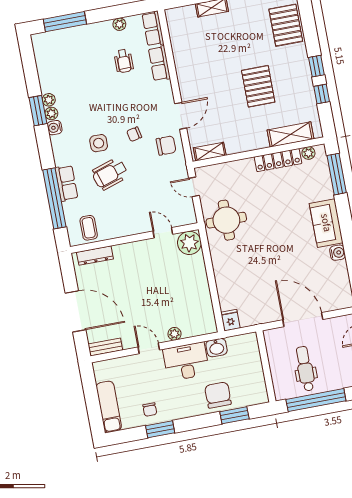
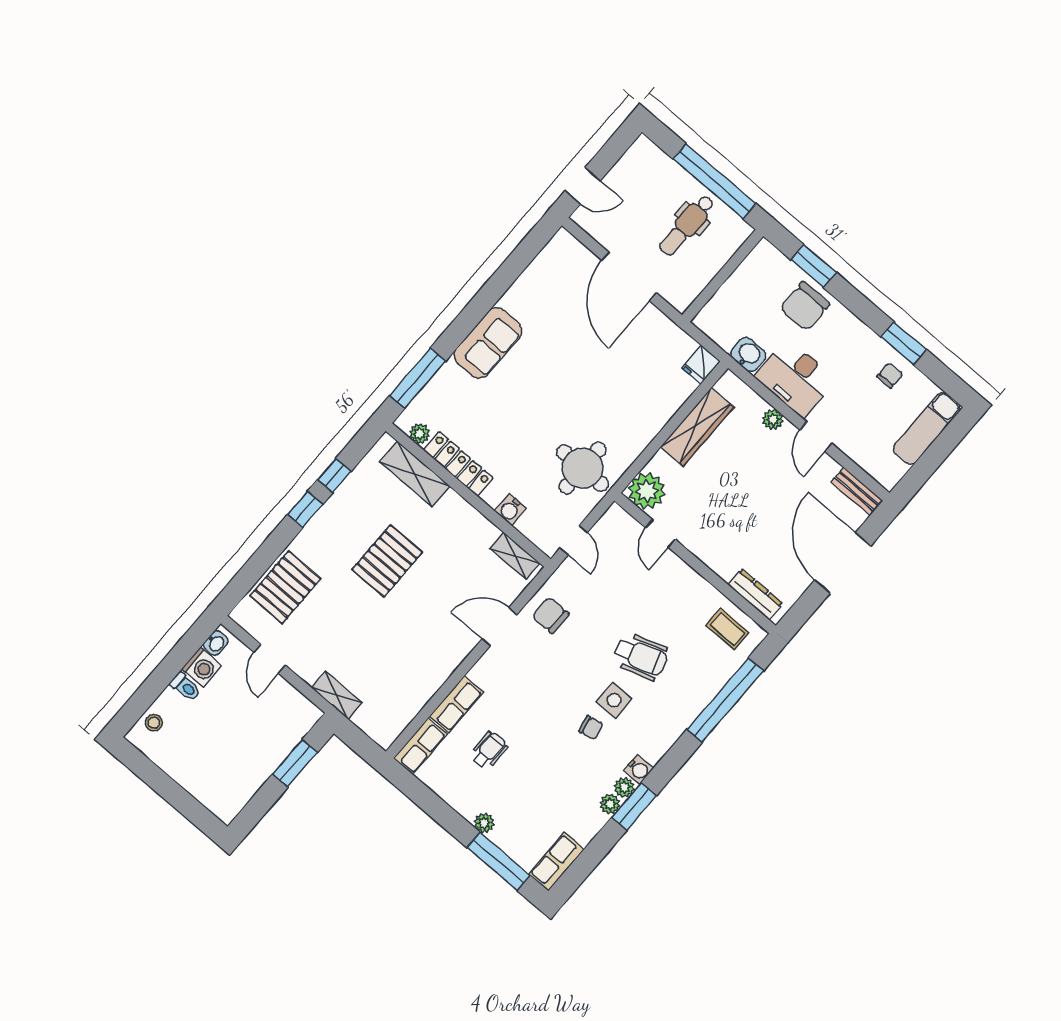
plant: (119, 24) -> (484, 823), moved
chair: (134, 134) -> (591, 728), moved
row of seats: (66, 183) -> (556, 862), moved
coffee table: (89, 228) -> (728, 629), turned 90
water cooler: (338, 253) -> (510, 510), moved, turned -90
wardrobe: (201, 293) -> (697, 427), added

